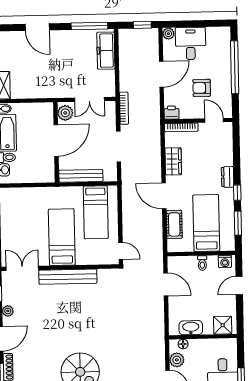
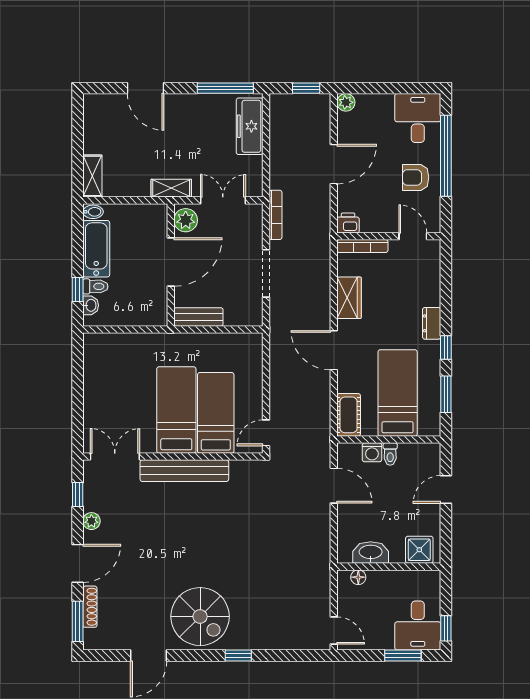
desk: (191, 43) -> (418, 118), moved
armchair: (202, 88) -> (416, 177), moved
shelving: (55, 92) -> (171, 188), added
double door: (89, 99) -> (223, 200), swing flipped
bench: (81, 176) -> (198, 317), width x0.73
bed: (96, 212) -> (216, 413), moved, turned 180
cot: (174, 224) -> (349, 415), moved
door: (121, 251) -> (266, 433), swing flipped
washing machine: (225, 261) -> (372, 452), moved
plant: (177, 360) -> (348, 601), removed

